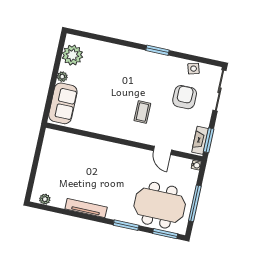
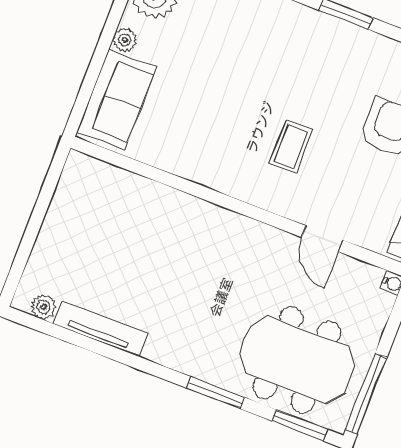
window: (195, 203) -> (366, 394), moved
tv unit: (86, 208) -> (100, 328), moved

